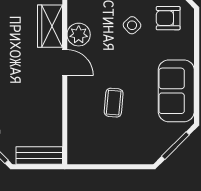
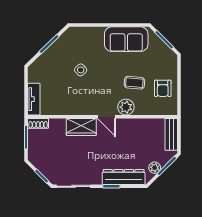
armchair: (168, 18) -> (163, 88), moved
plant: (79, 35) -> (126, 107), moved
door: (65, 63) -> (107, 117), swing flipped

